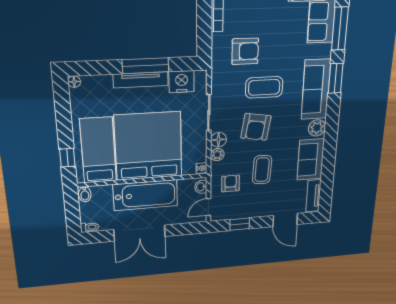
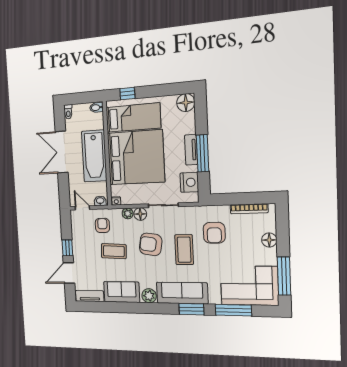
tv unit: (141, 80) -> (191, 150), width x0.71
floor lamp: (74, 82) -> (186, 103), width x1.89, depth x1.89
armchair: (231, 184) -> (102, 225), turned -90
window: (240, 224) -> (67, 248), moved

